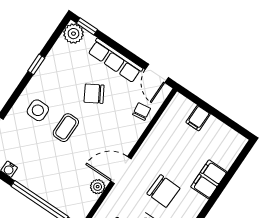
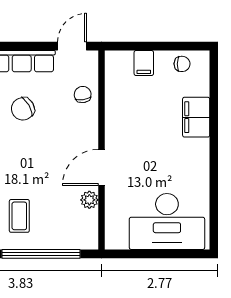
door: (157, 73) -> (72, 46), swing flipped
coffee table: (66, 128) -> (19, 216), moved
chair: (163, 191) -> (182, 64), moved, width x0.54, depth x0.54

